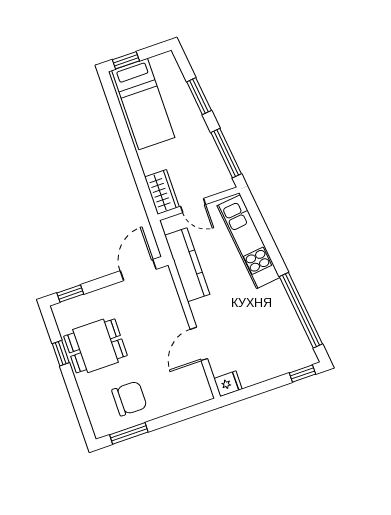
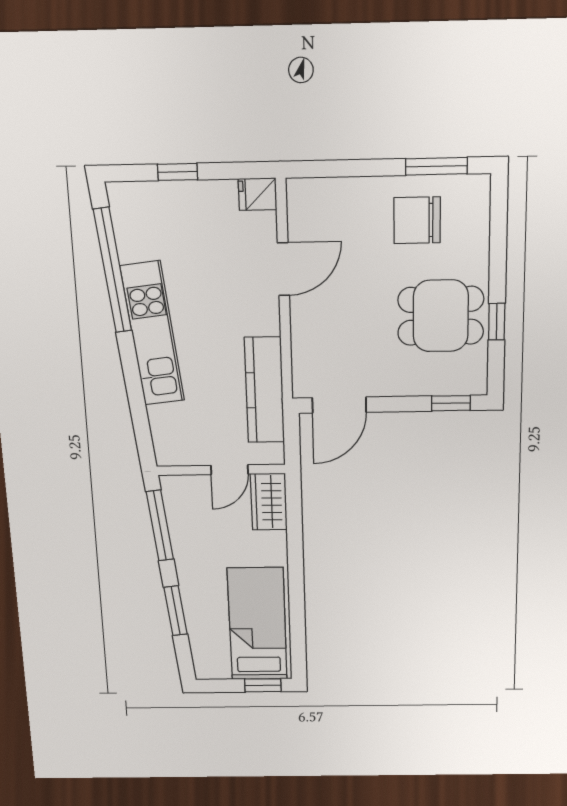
door: (193, 205) -> (230, 470), swing flipped
kitchen unit: (248, 242) -> (153, 334), moved
window: (303, 373) -> (178, 172), moved

